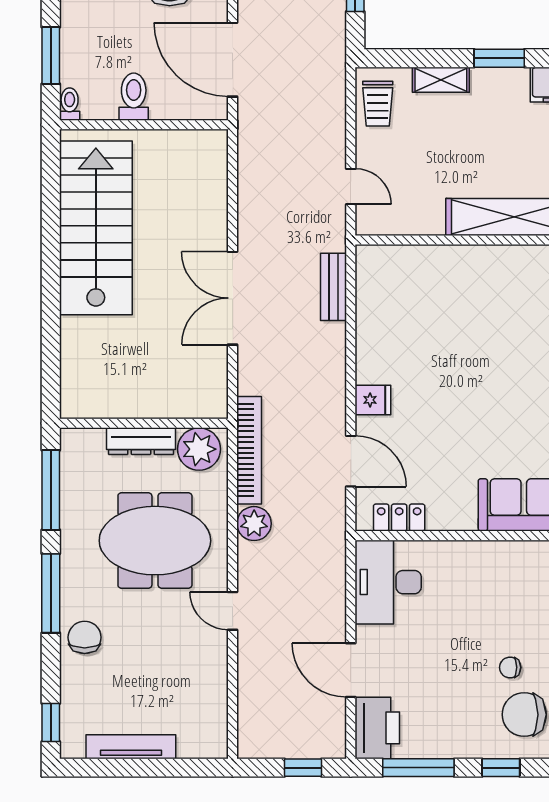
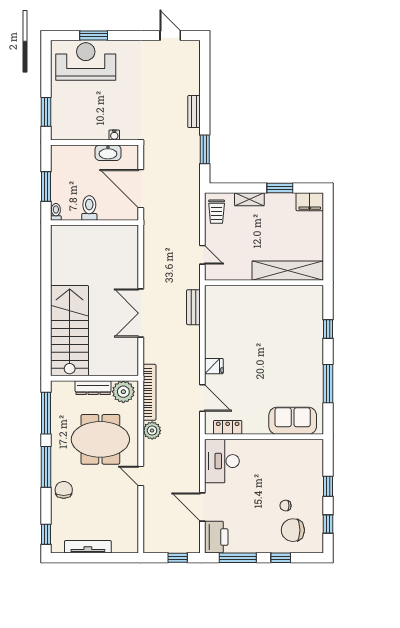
stairs: (96, 228) -> (70, 331), moved

